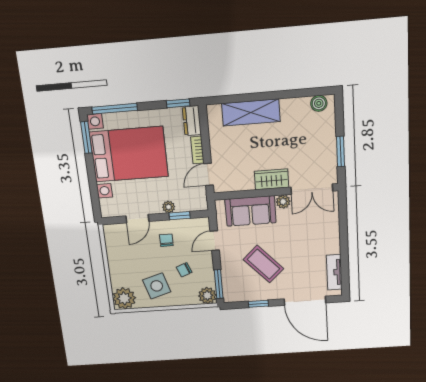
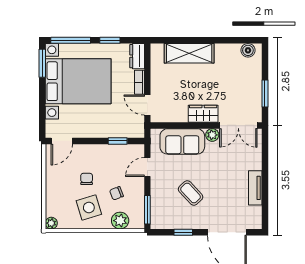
window: (178, 103) -> (110, 40), moved
door: (208, 174) -> (147, 105), hinge flipped
plant: (169, 207) -> (108, 132), removed
door: (137, 219) -> (62, 141), moved
chair: (166, 240) -> (87, 179), moved
coffee table: (263, 264) -> (191, 193), width x0.73, depth x0.77
tv unit: (334, 272) -> (255, 188), moved
plant: (207, 296) -> (120, 221), moved
plant: (124, 298) -> (51, 223), width x0.53, depth x0.53

